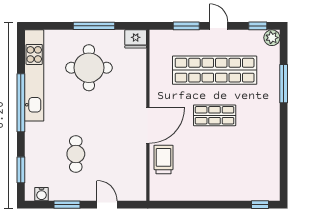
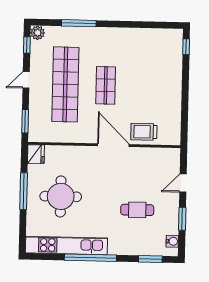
window: (186, 26) -> (25, 121), moved

